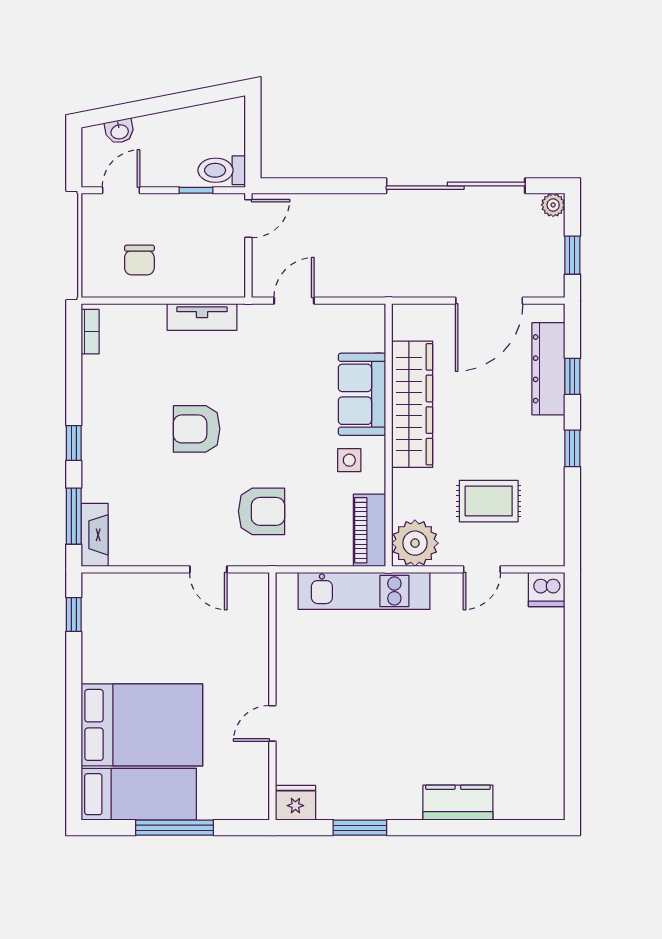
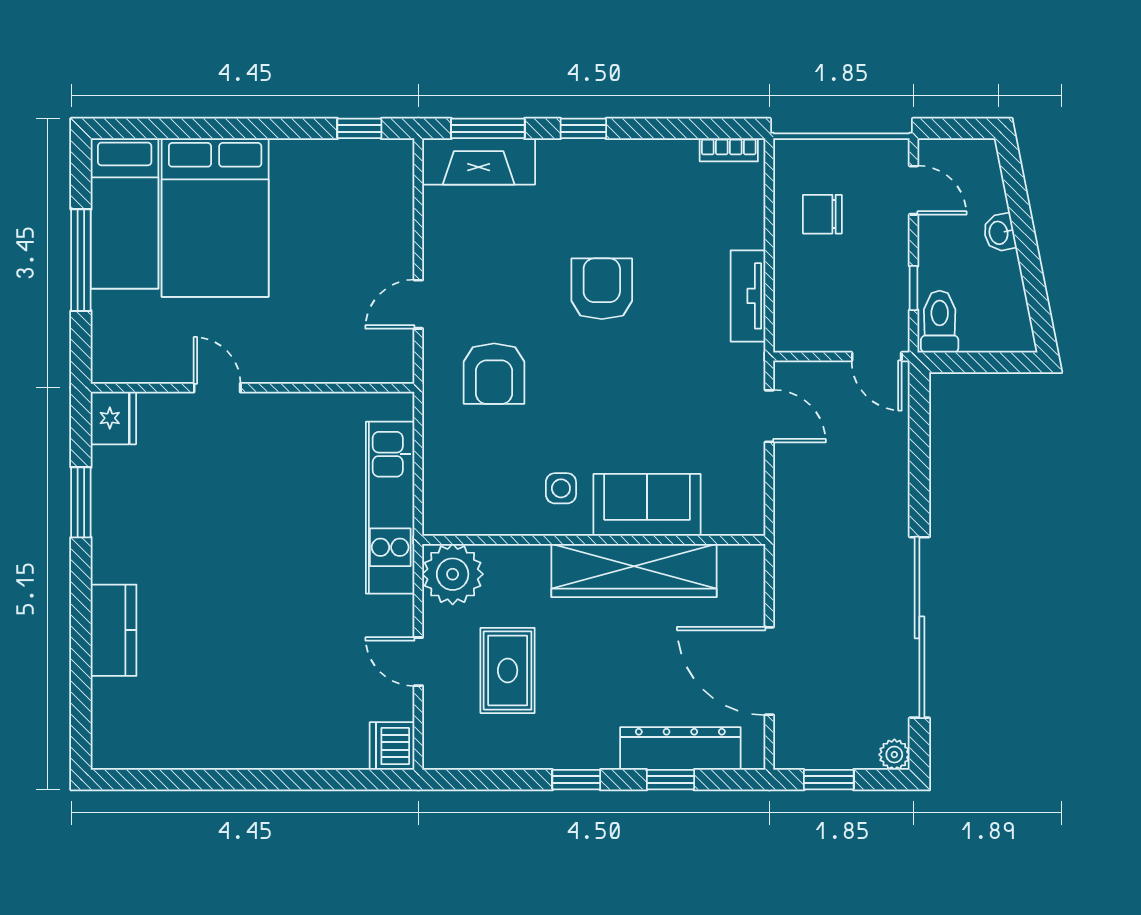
washbasin: (120, 131) -> (999, 233), moved
piano: (370, 530) -> (469, 515), removed
fireplace: (95, 535) -> (479, 161), width x1.37, depth x1.32

